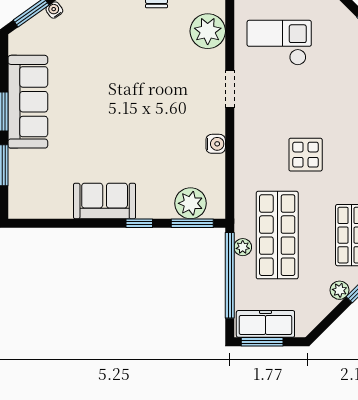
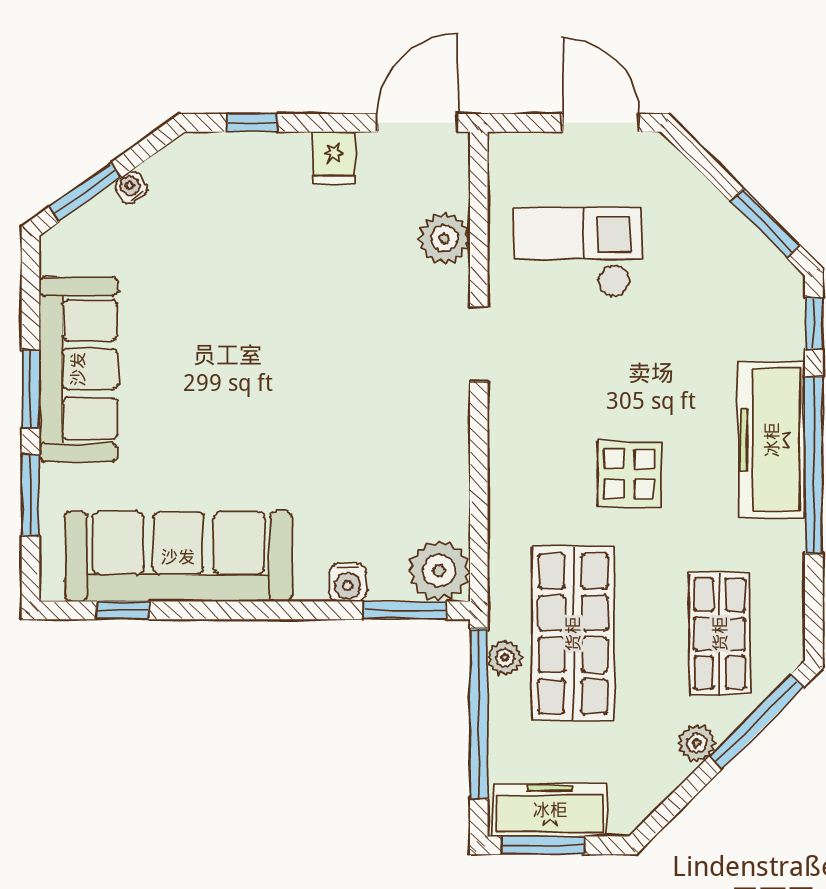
plant: (208, 31) -> (445, 239), width x0.73, depth x0.73
water cooler: (216, 144) -> (348, 583), moved, turned 90
sofa: (105, 201) -> (178, 557), width x1.85, depth x1.27
plant: (191, 203) -> (439, 571), moved
window: (139, 223) -> (123, 610), moved

